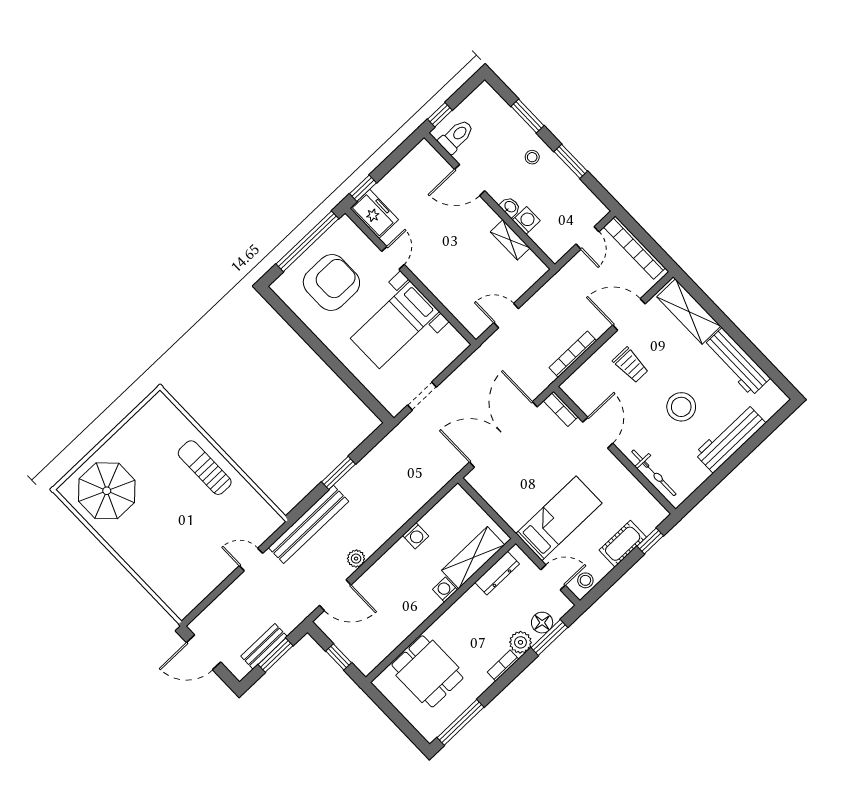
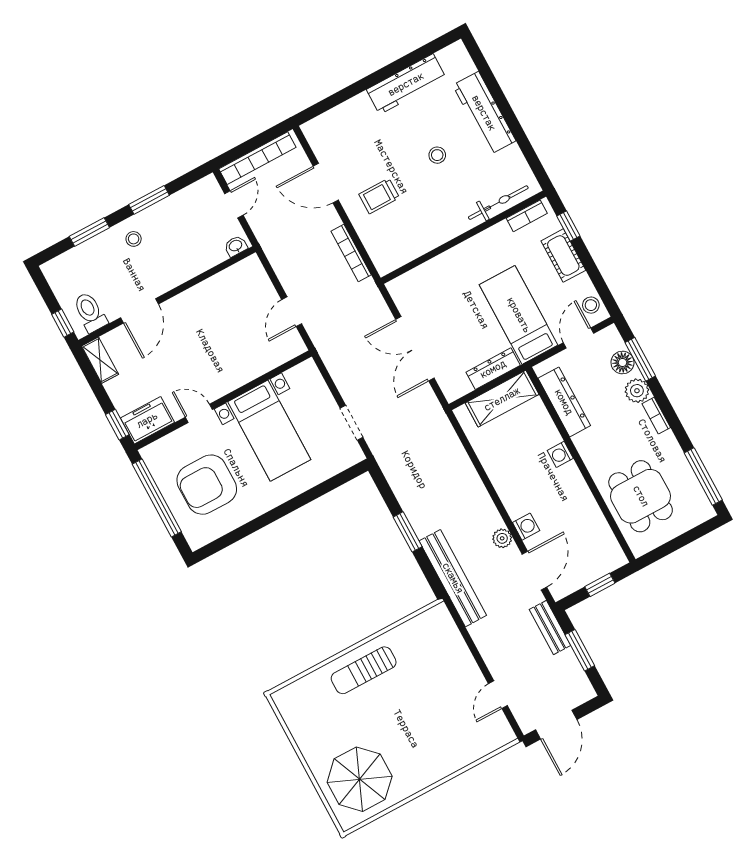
washbasin: (510, 207) -> (236, 246), moved
washing machine: (526, 220) -> (198, 263), removed
door: (588, 238) -> (234, 204), hinge flipped
shelving: (510, 240) -> (100, 360), moved, turned 90
armchair: (331, 282) -> (207, 485), turned -90
shelving: (689, 312) -> (340, 120), removed
door: (629, 314) -> (326, 183), hinge flipped
trolley: (631, 365) -> (379, 196), turned 180
stool: (681, 407) -> (437, 155), width x0.53, depth x0.53
bookcase: (561, 409) -> (527, 216), moved
door: (598, 433) -> (440, 250), removed
double door: (503, 434) -> (415, 349), width x0.73
dresser: (505, 509) -> (493, 369), added
washing machine: (416, 536) -> (526, 527), moved
shelving: (473, 558) -> (502, 399), moved, turned 90
door: (251, 560) -> (498, 695), moved
dresser: (497, 573) -> (564, 402), width x1.37, depth x1.24
bench: (264, 646) -> (550, 627), moved
dining table: (427, 671) -> (641, 496), turned 90

